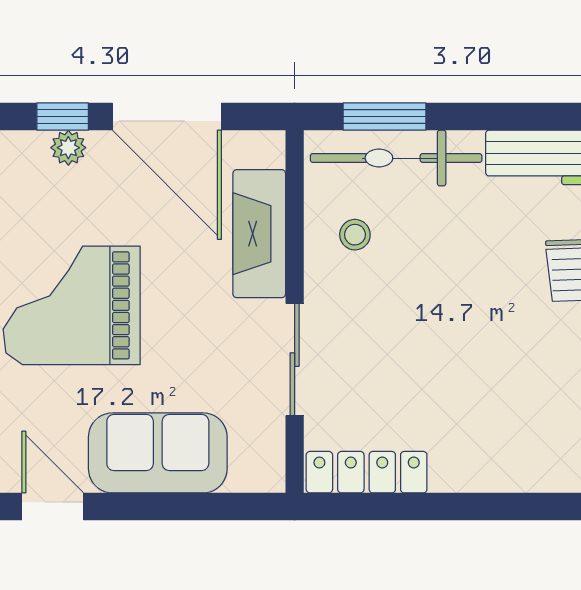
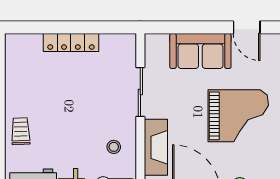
locker: (367, 472) -> (71, 42), moved

